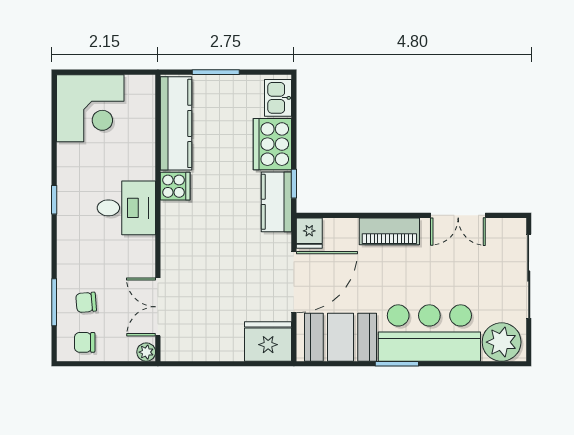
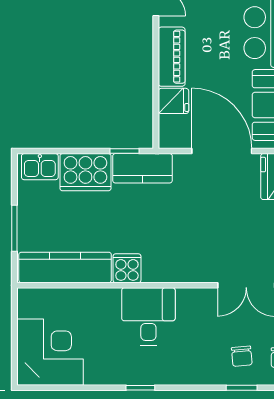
fridge: (309, 233) -> (173, 101), moved
window: (54, 302) -> (242, 388), width x0.67

